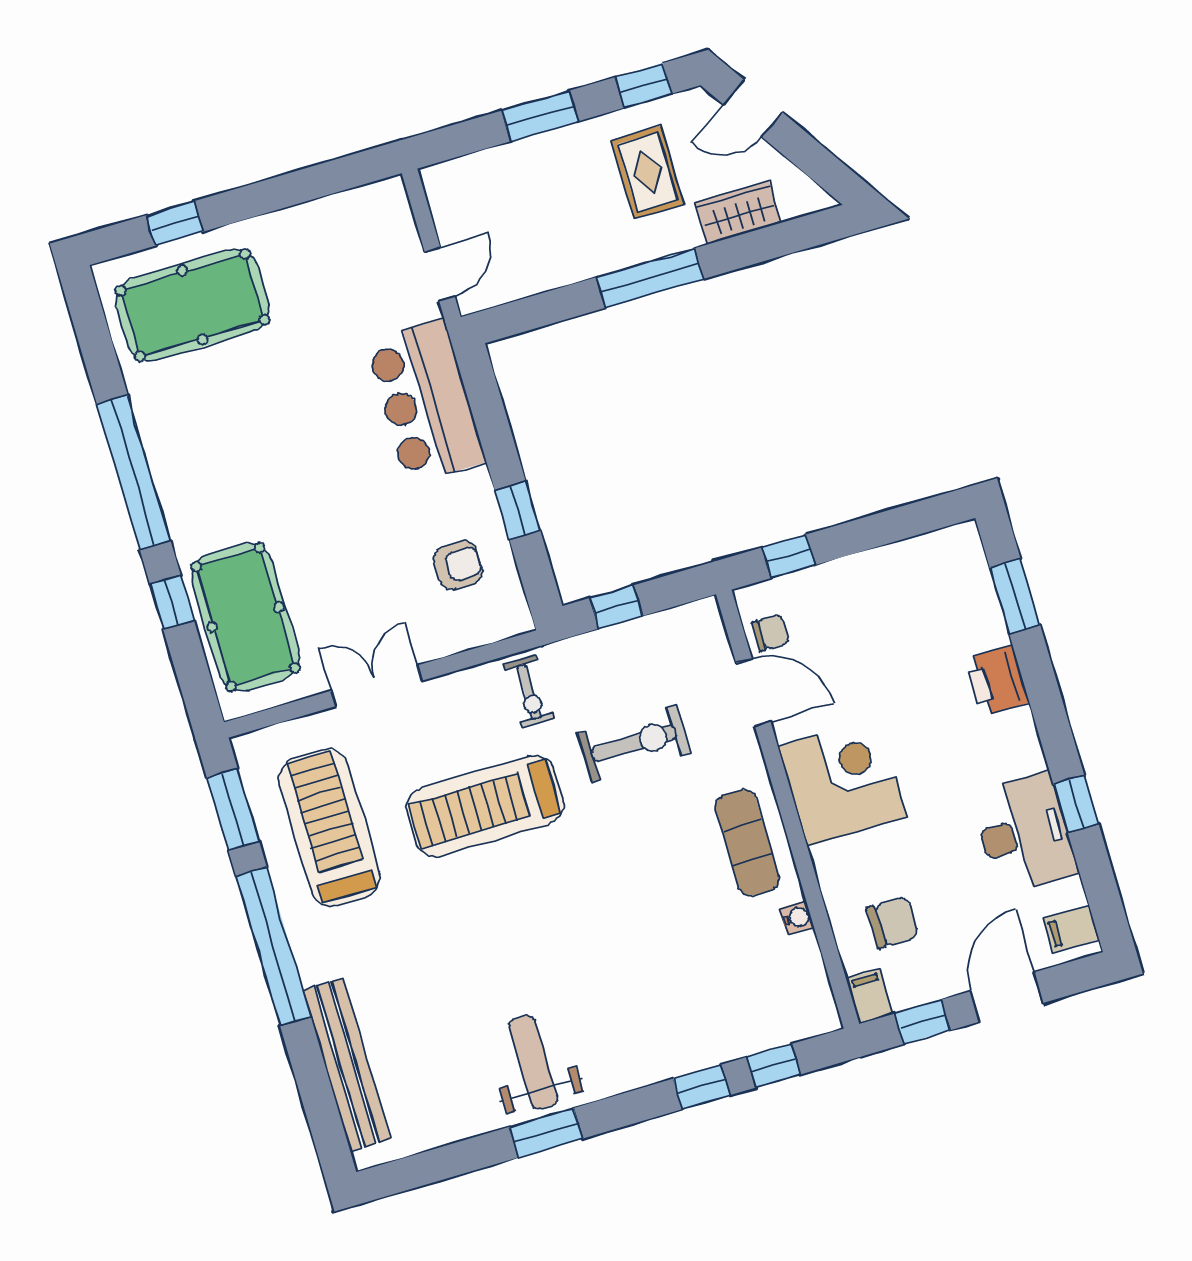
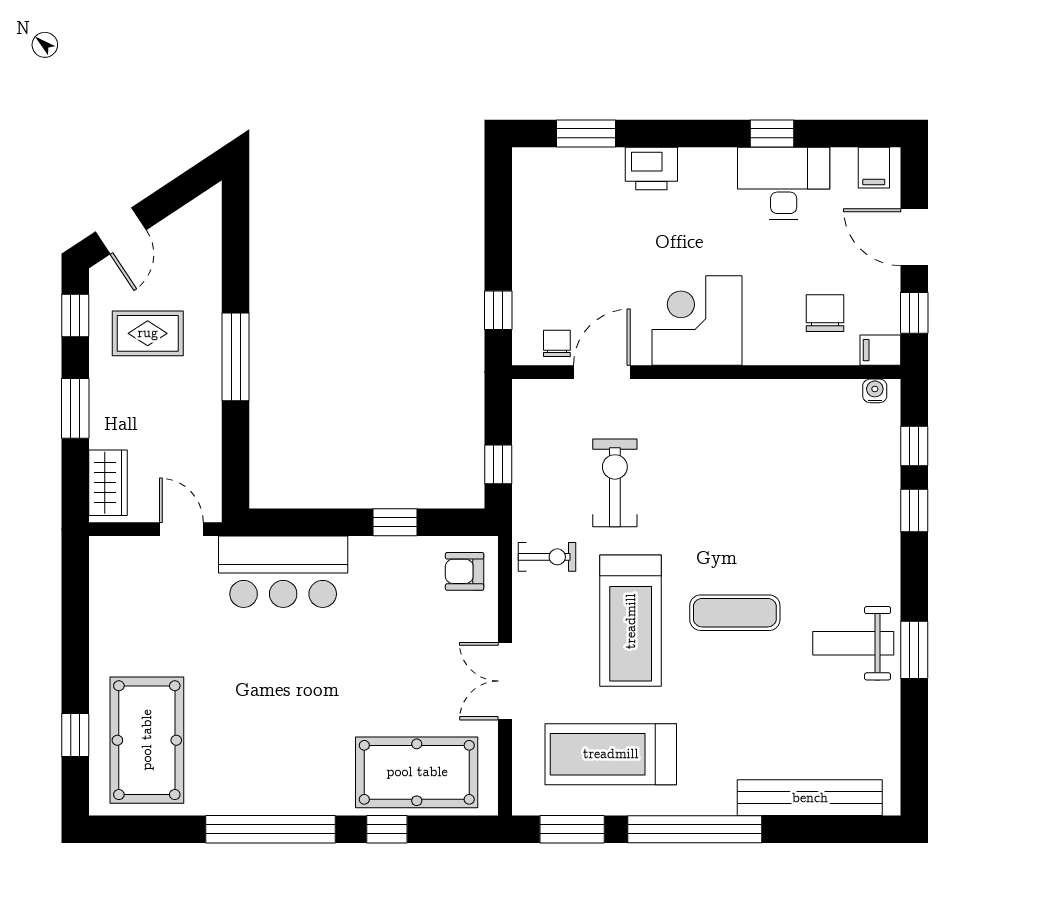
wardrobe: (738, 212) -> (108, 483), moved, turned 180
armchair: (458, 565) -> (465, 571), moved, turned -90
exercise mat: (747, 843) -> (735, 613), moved
water cooler: (797, 918) -> (875, 391), moved

